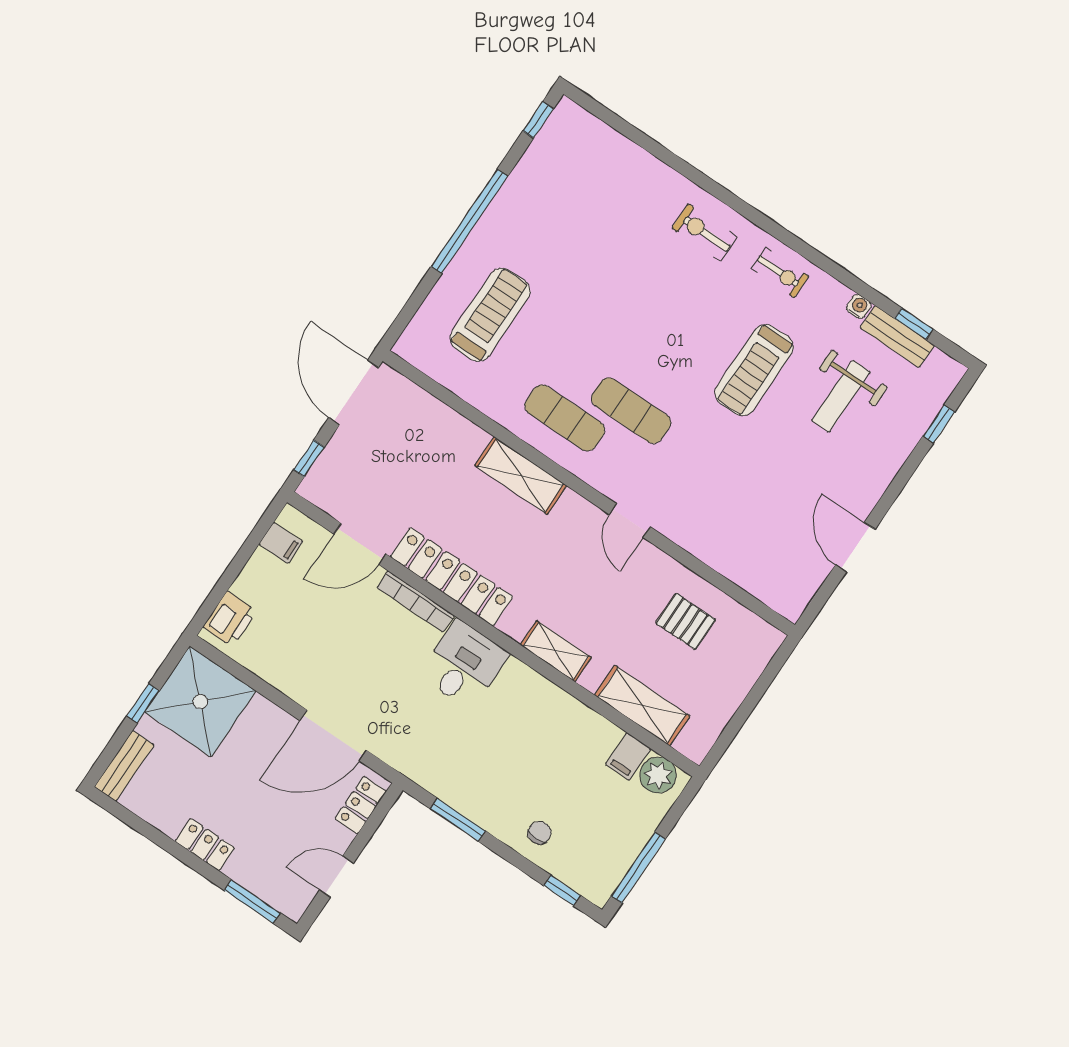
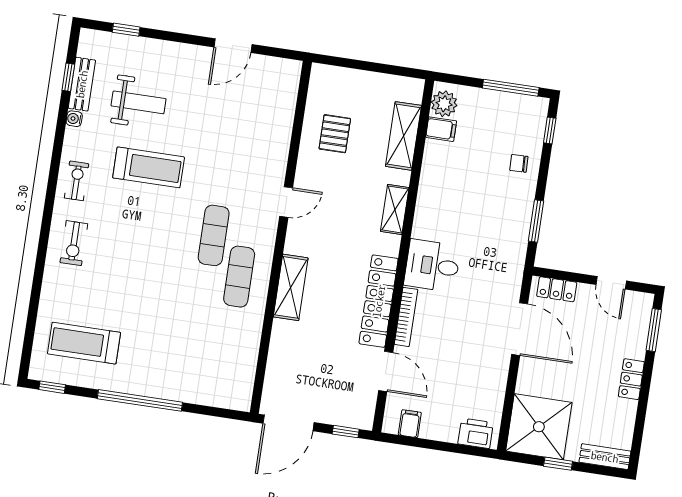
treadmill: (490, 315) -> (84, 343), moved

